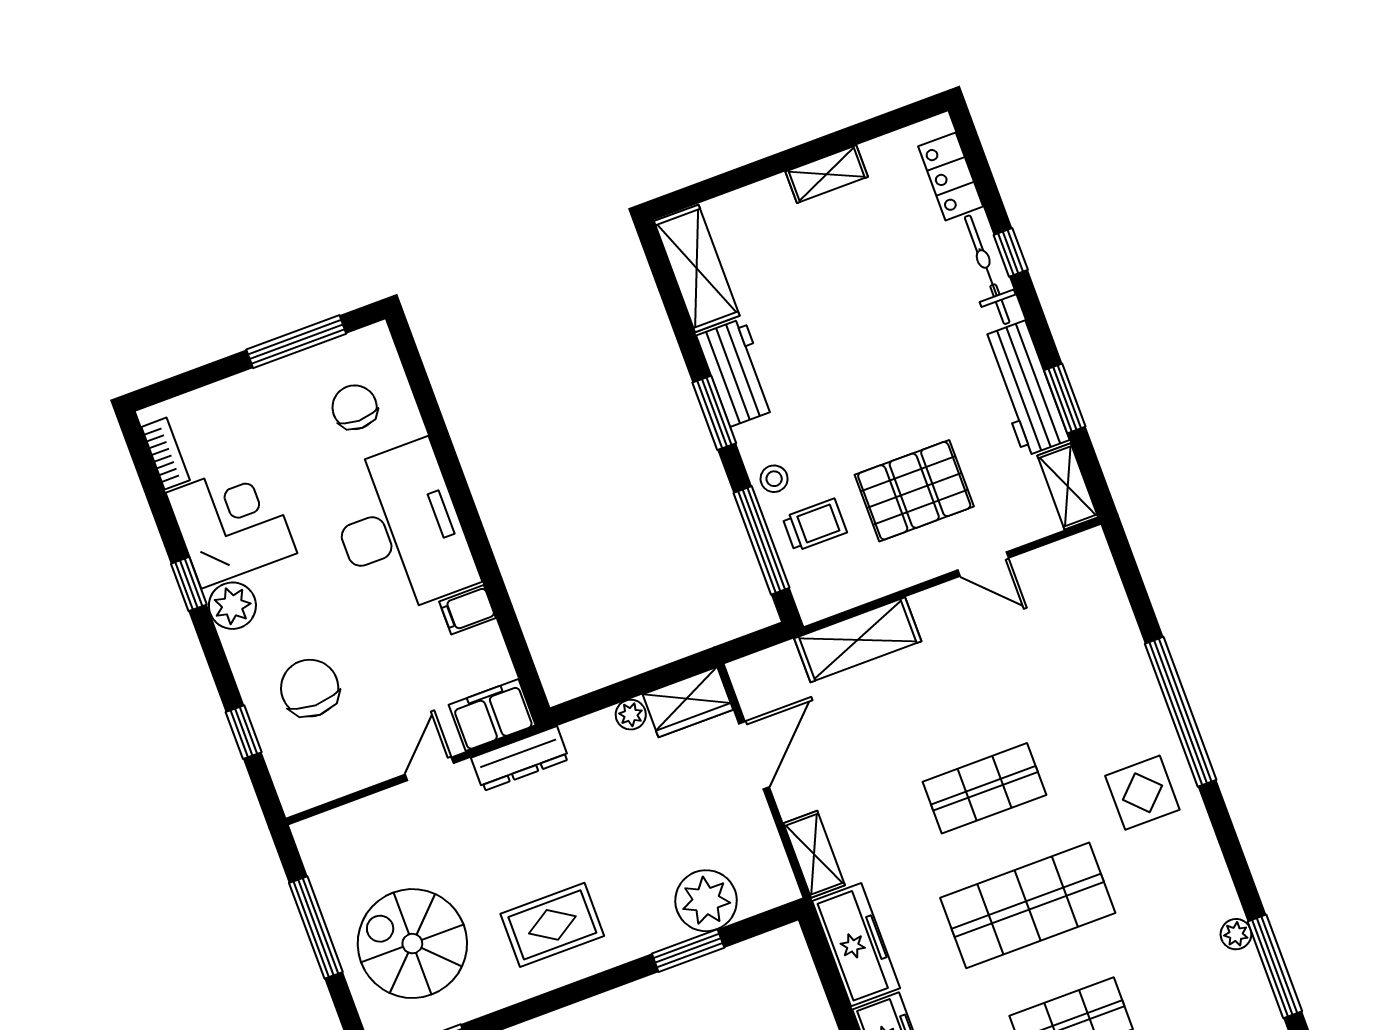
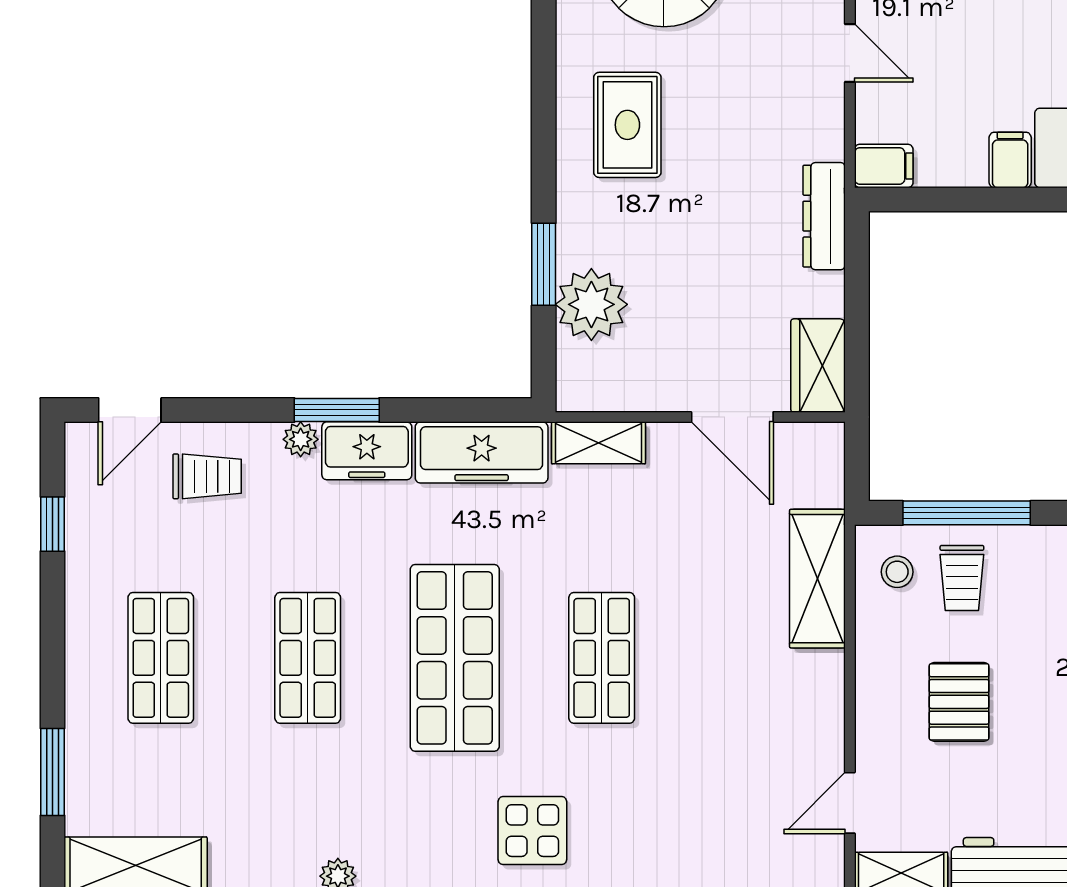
stool: (774, 479) -> (897, 572), moved
pallet: (914, 491) -> (959, 702), width x0.67, depth x0.71
door: (983, 564) -> (850, 803), moved
filing cabinet: (492, 715) -> (884, 166), width x0.50
plant: (631, 715) -> (828, 297), removed
dresser: (520, 759) -> (824, 216), moved

